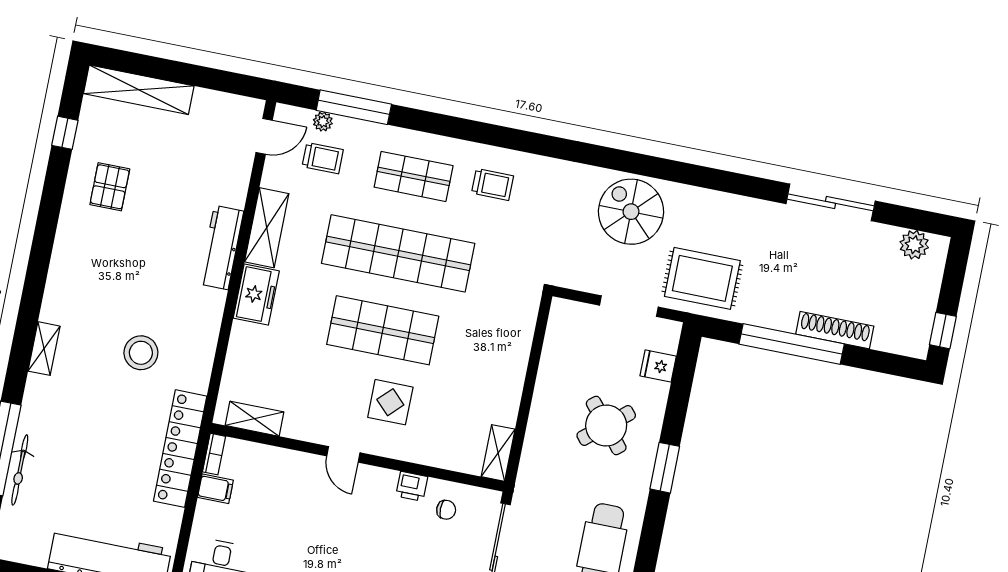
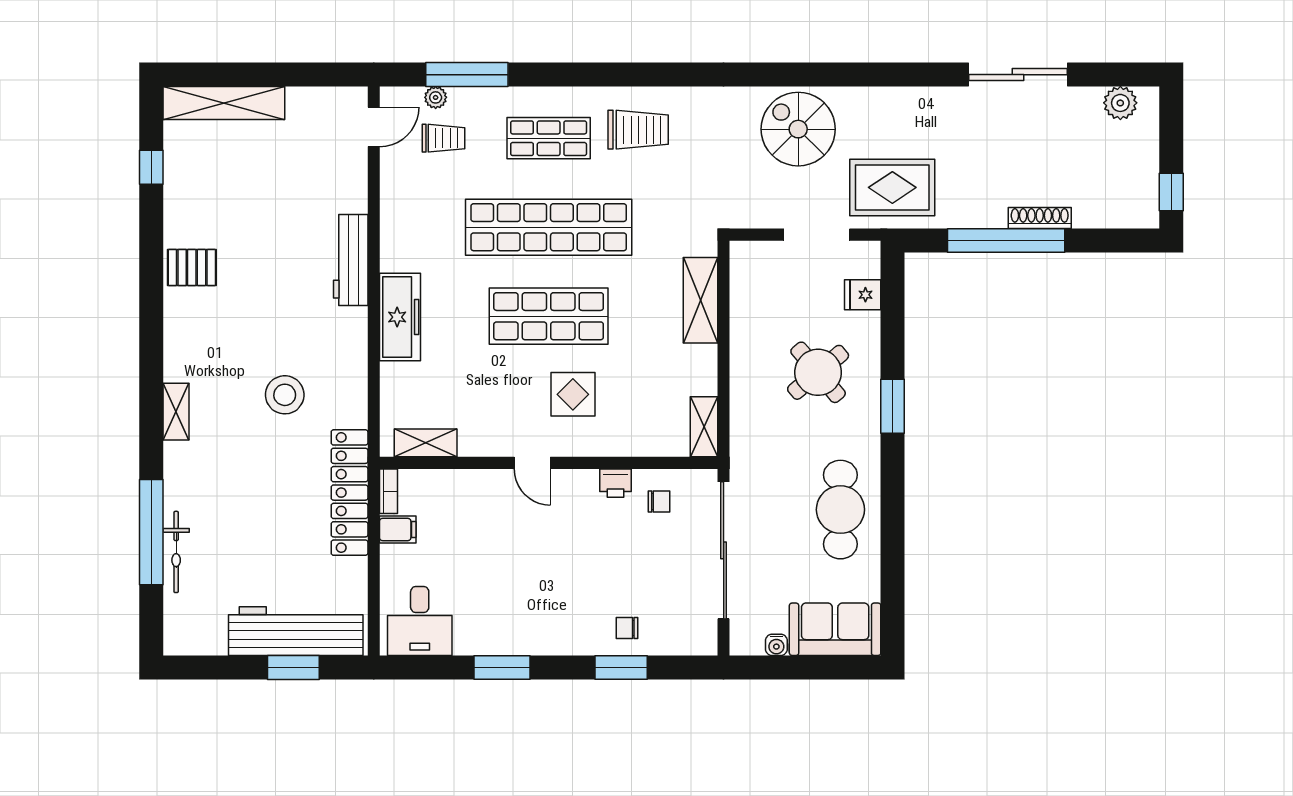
trolley: (492, 184) -> (638, 130), width x1.36, depth x1.39
pallet: (110, 187) -> (192, 268), moved, turned 90
shelving: (267, 228) -> (700, 300), moved
freezer: (256, 295) -> (400, 317), width x1.40
shoe rack: (835, 330) -> (1040, 218), width x0.74, depth x0.81

